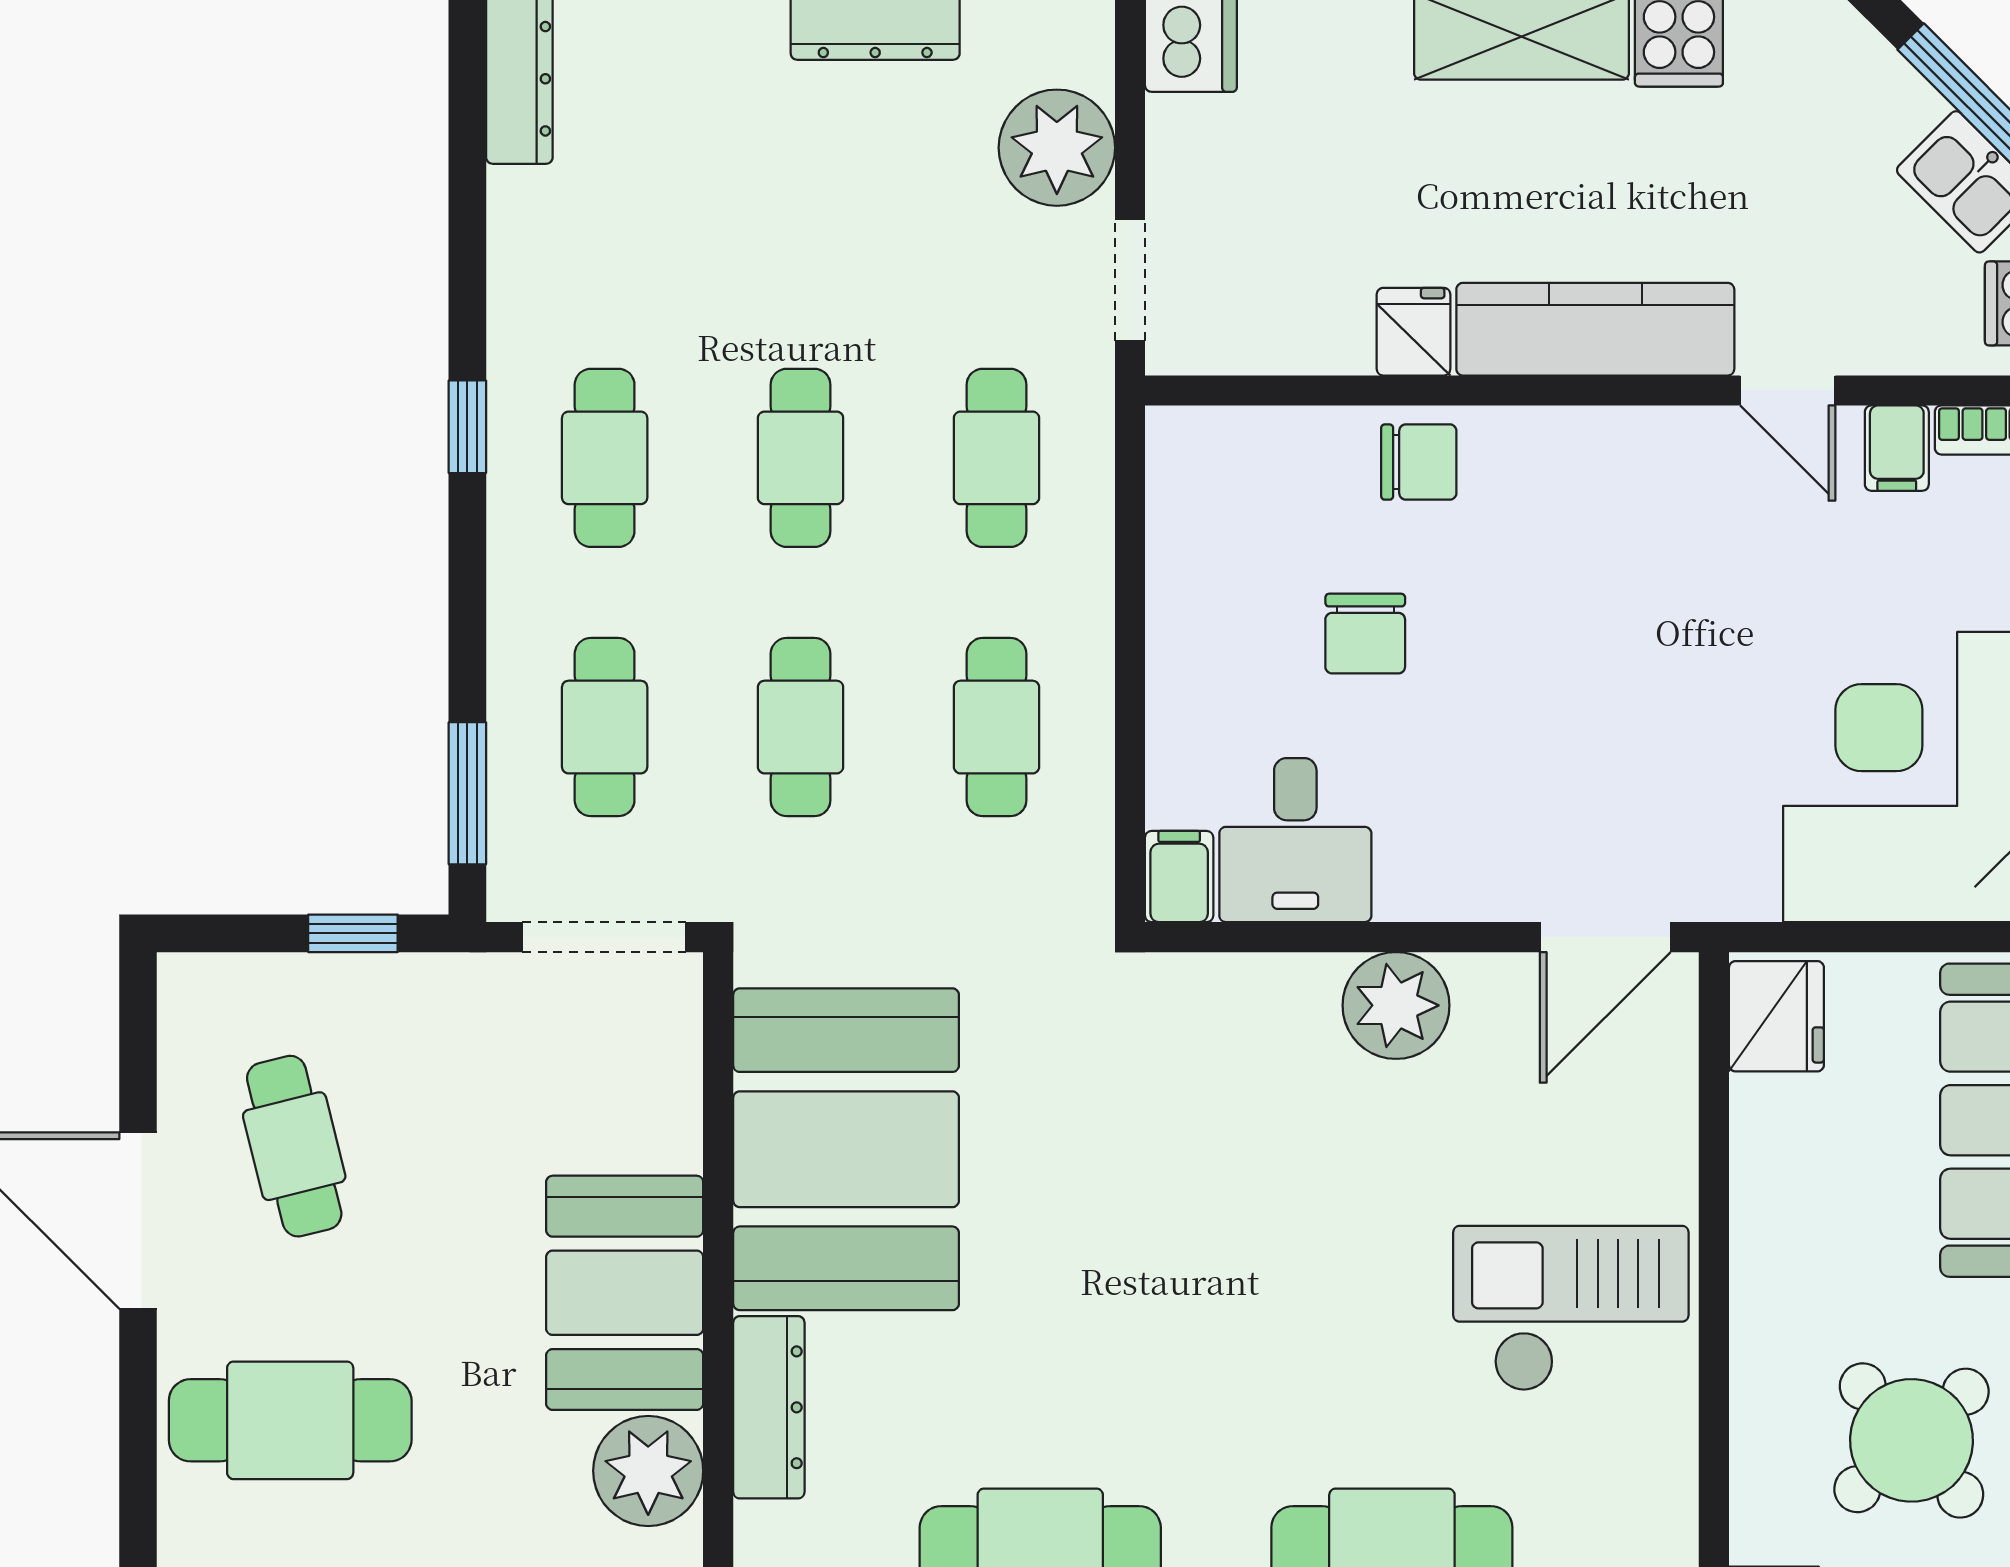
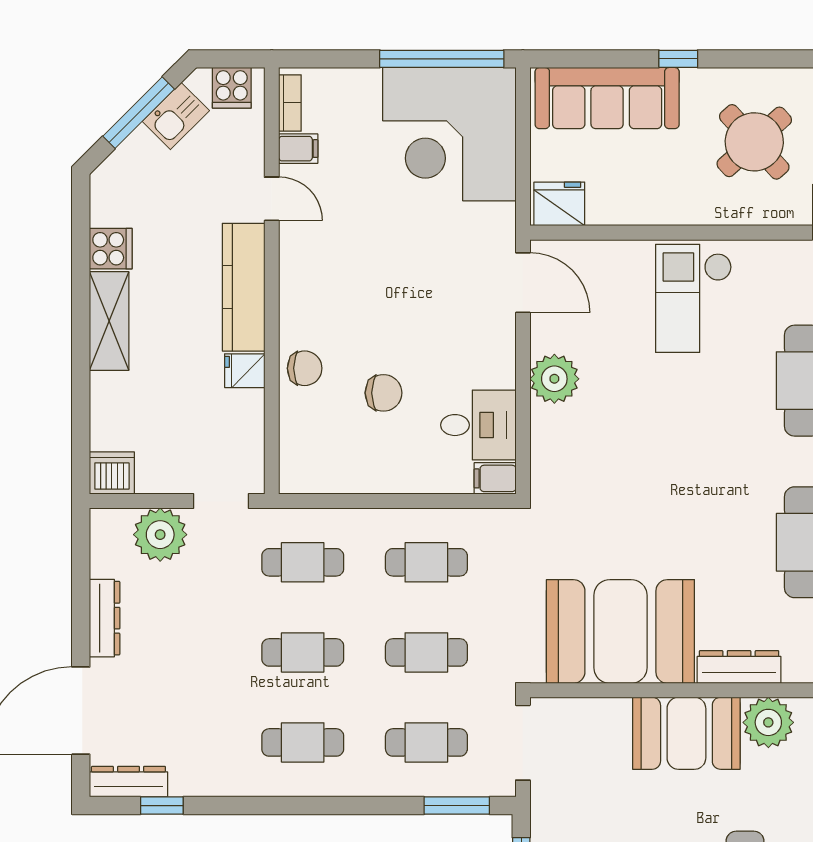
door: (1788, 390) -> (272, 199), hinge flipped
window: (467, 427) -> (162, 806), moved
chair: (1419, 462) -> (305, 368), turned 90

